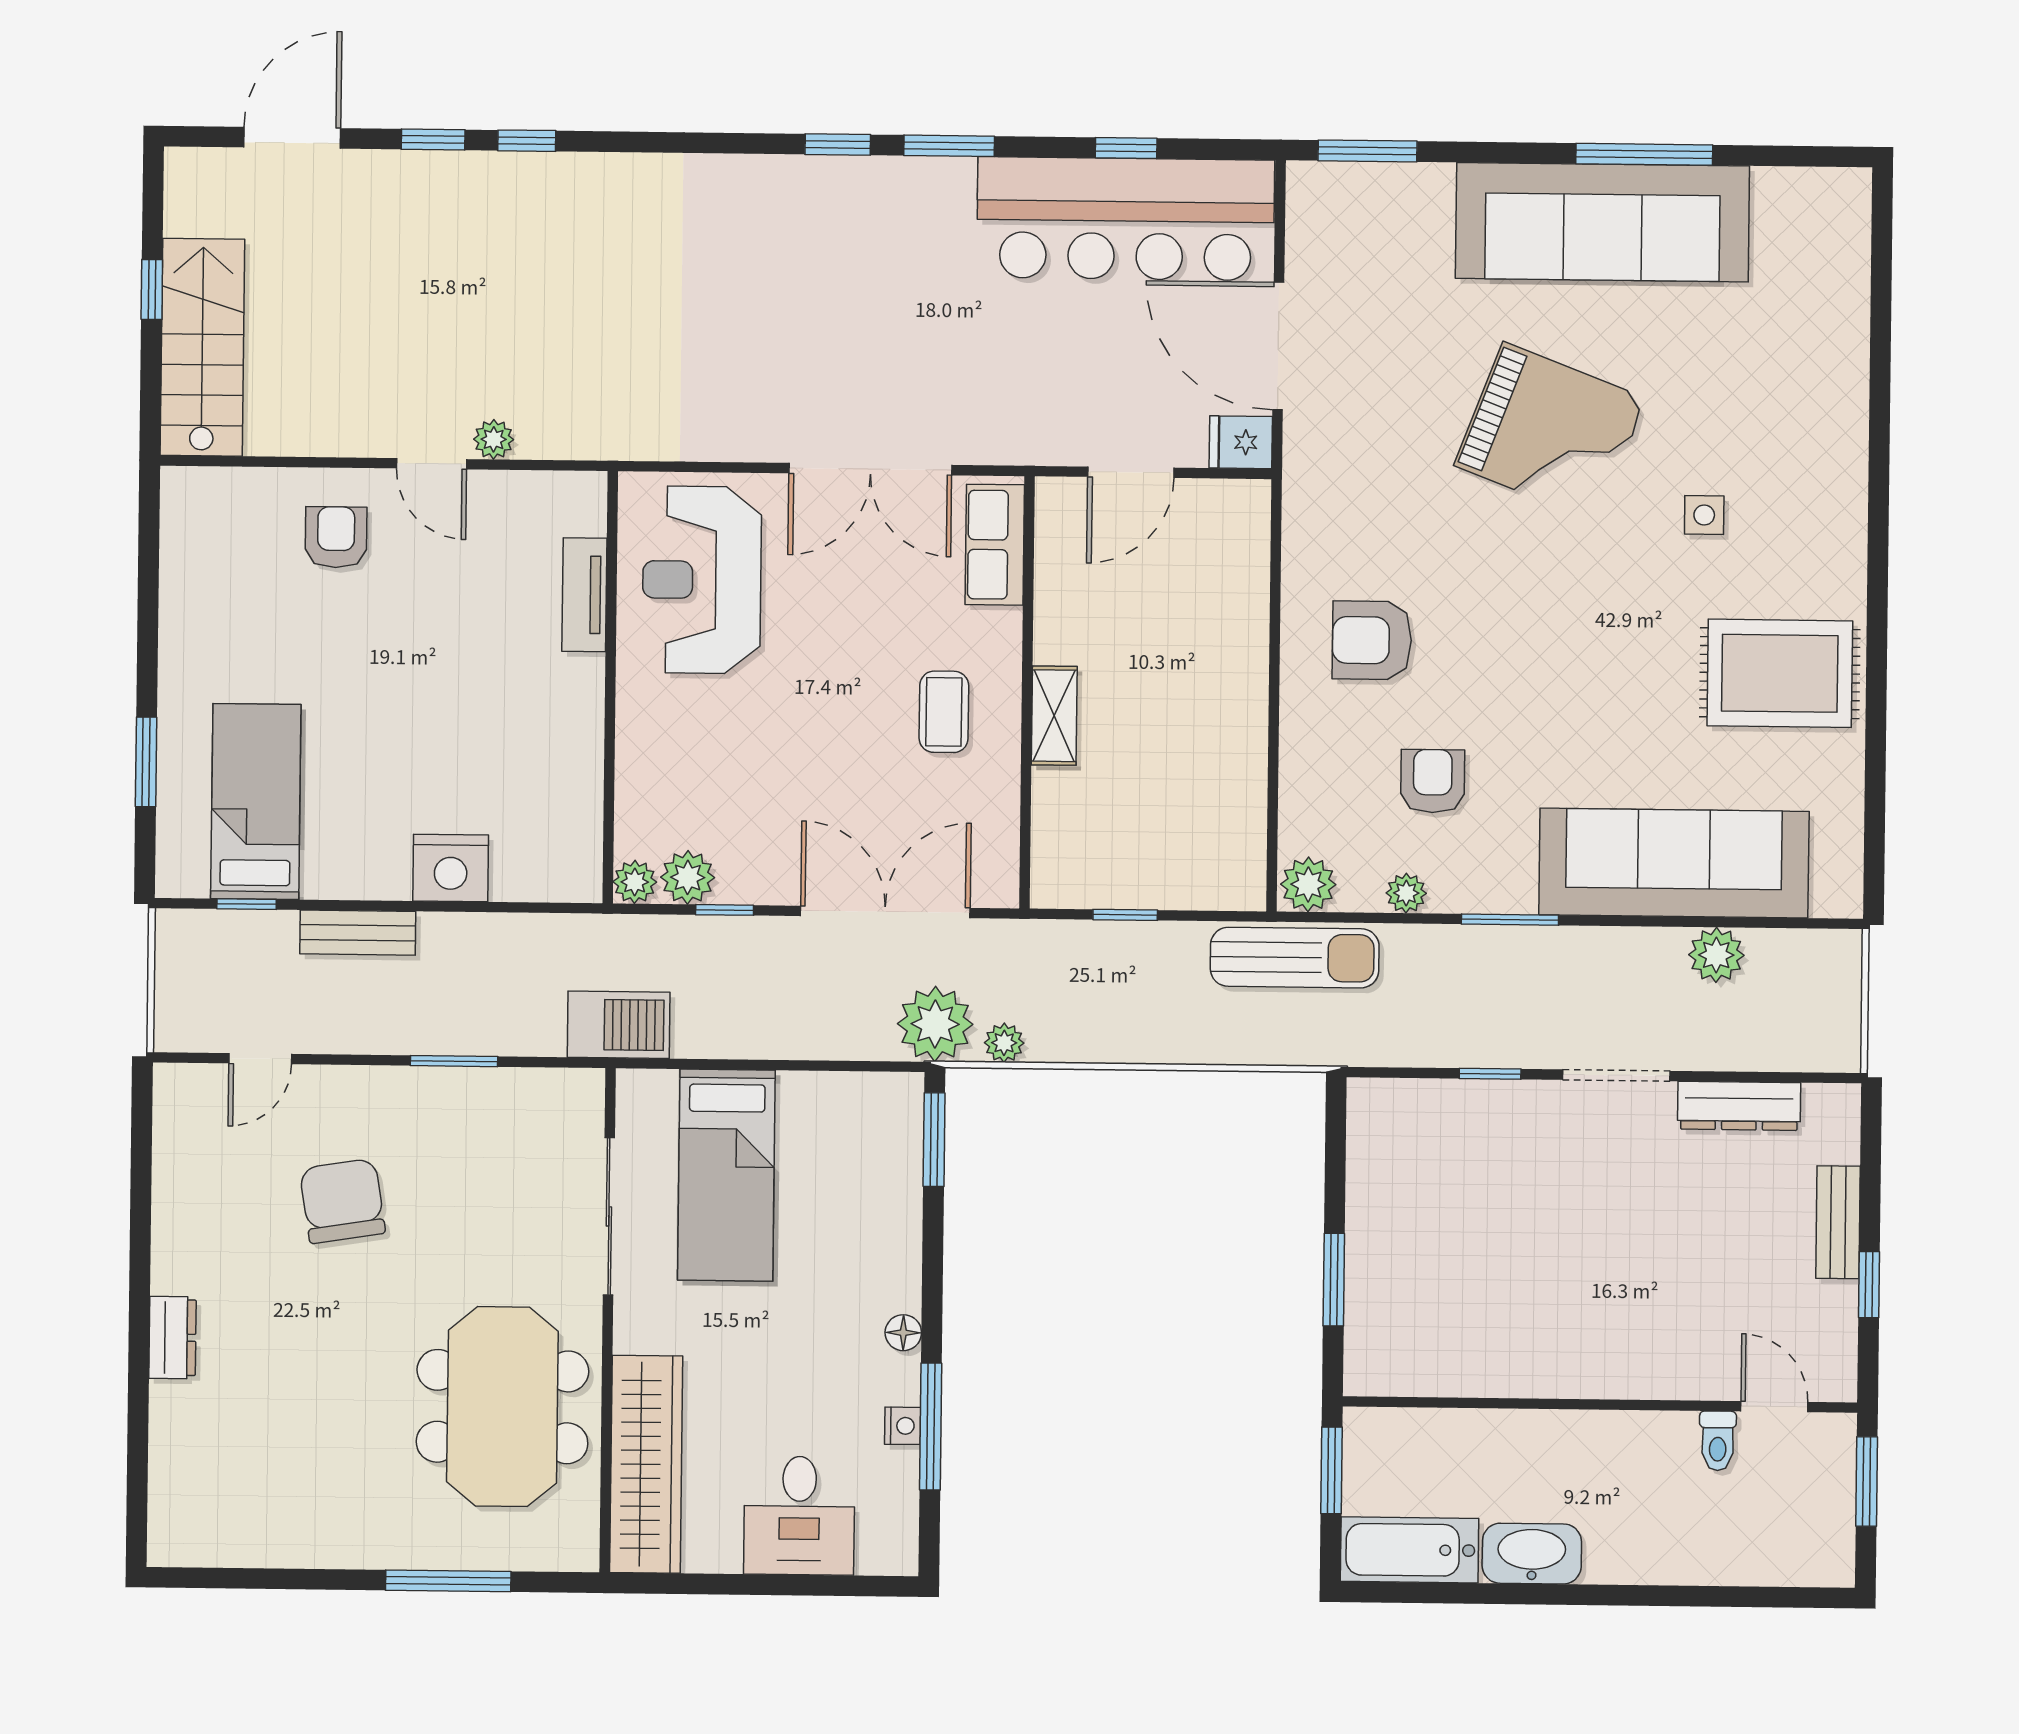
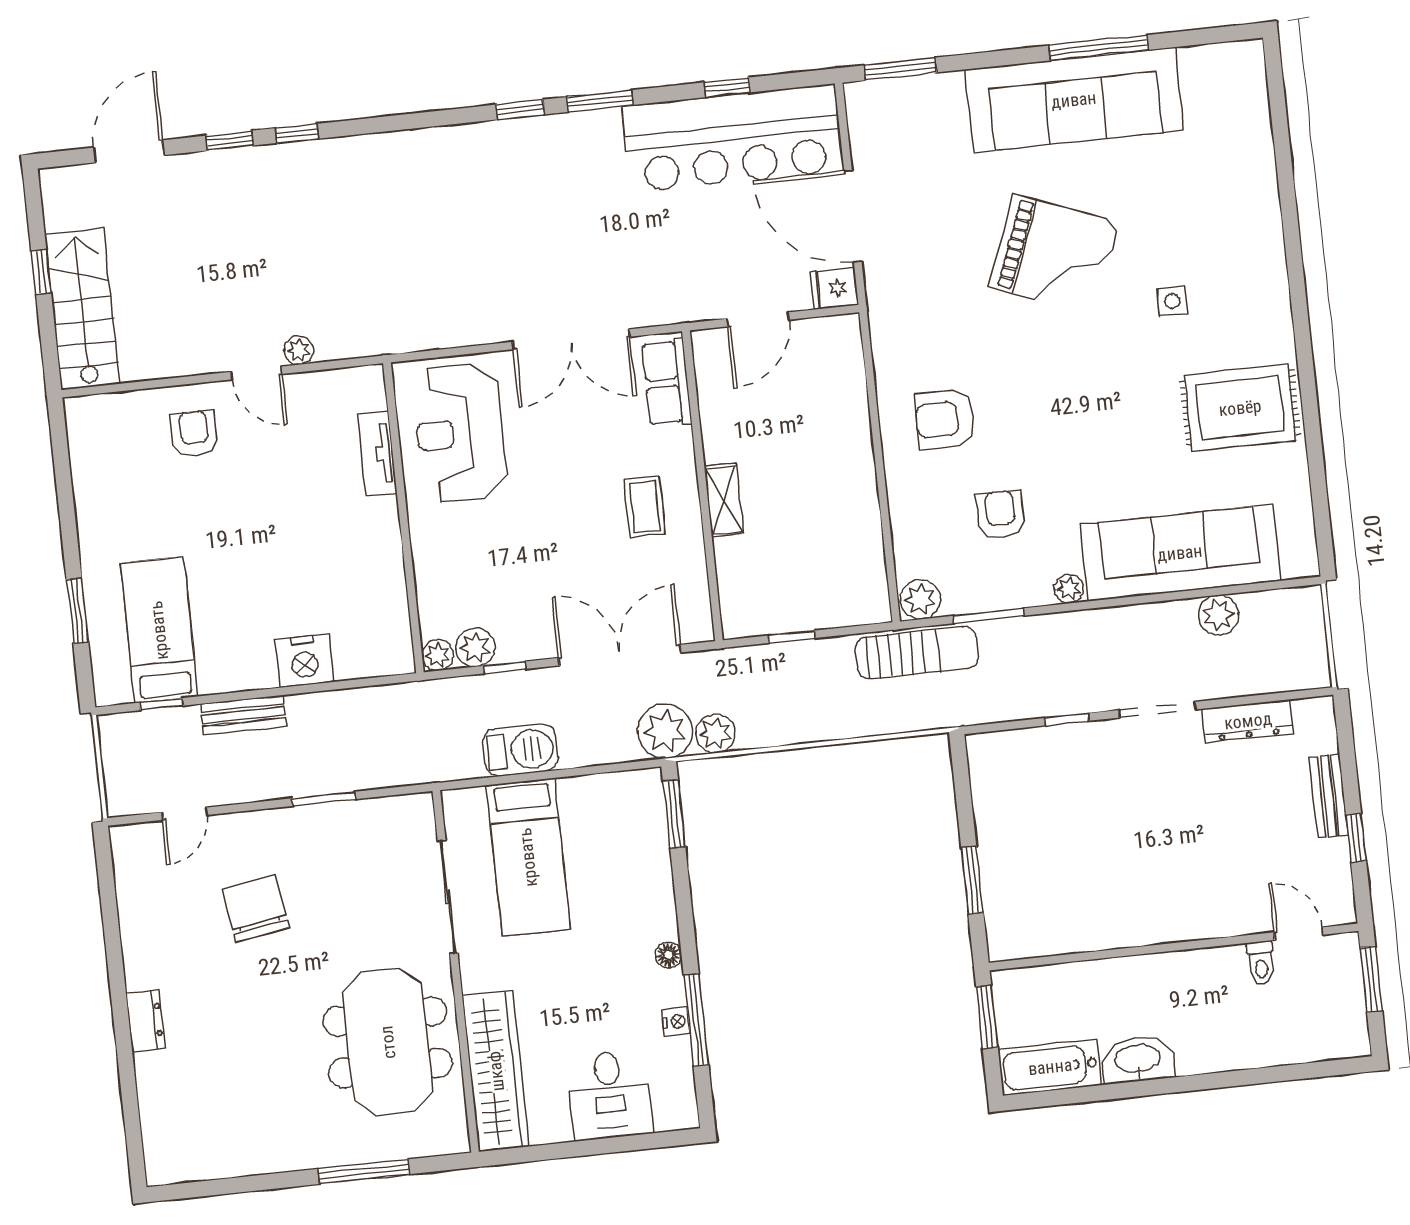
plant: (1406, 893) -> (1069, 589), moved
window: (1510, 920) -> (989, 616), moved
barbecue: (619, 1025) -> (520, 750), moved
plant: (1004, 1043) -> (715, 733), width x1.38, depth x1.38

